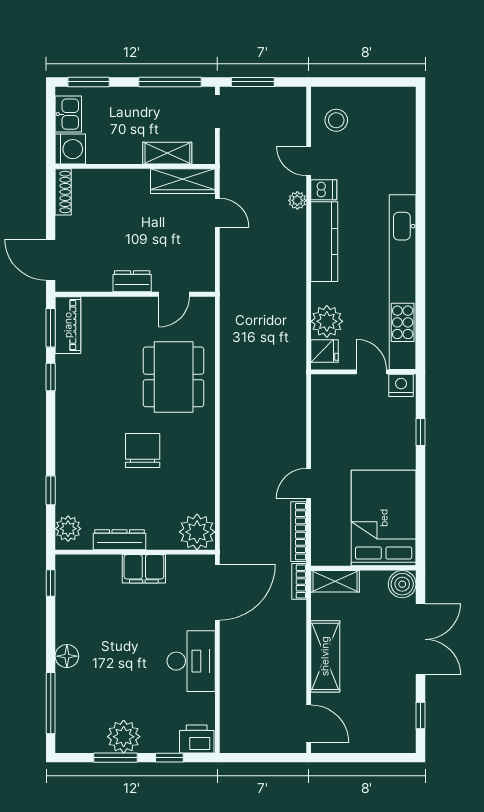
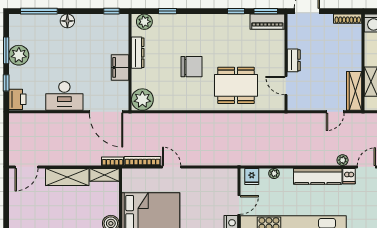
plant: (327, 321) -> (274, 173), width x0.53, depth x0.53
shelving: (335, 581) -> (104, 175), moved, turned 90

